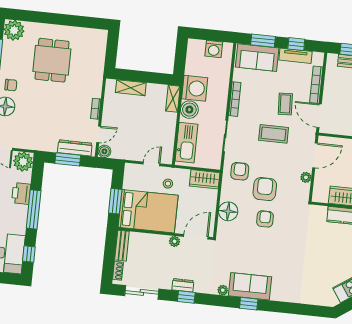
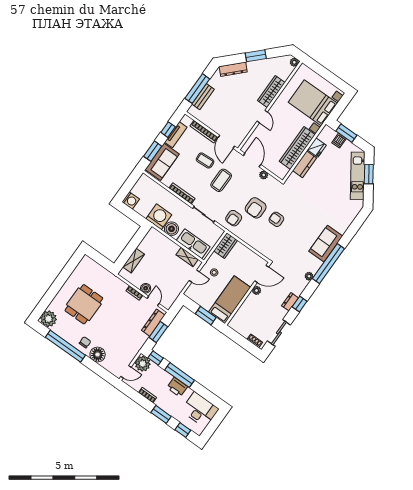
washing machine: (214, 49) -> (131, 200), moved
dining table: (52, 60) -> (84, 304), turned 90
shelving: (173, 99) -> (187, 257), moved
door: (319, 116) -> (226, 142), hinge flipped
boiler: (104, 151) -> (146, 288), moved
door: (151, 164) -> (194, 276), swing flipped
armchair: (240, 171) -> (234, 218), turned -90
armchair: (265, 189) -> (256, 208), turned -90
printer: (21, 193) -> (177, 387), moved
bed: (148, 211) -> (230, 300), width x0.67
floor lamp: (228, 211) -> (257, 242), removed
door: (196, 237) -> (262, 274), swing flipped
bench: (122, 246) -> (239, 328), removed
window: (29, 254) -> (156, 358), moved
sofa: (250, 286) -> (326, 244), moved
window: (249, 304) -> (328, 264), width x3.17

